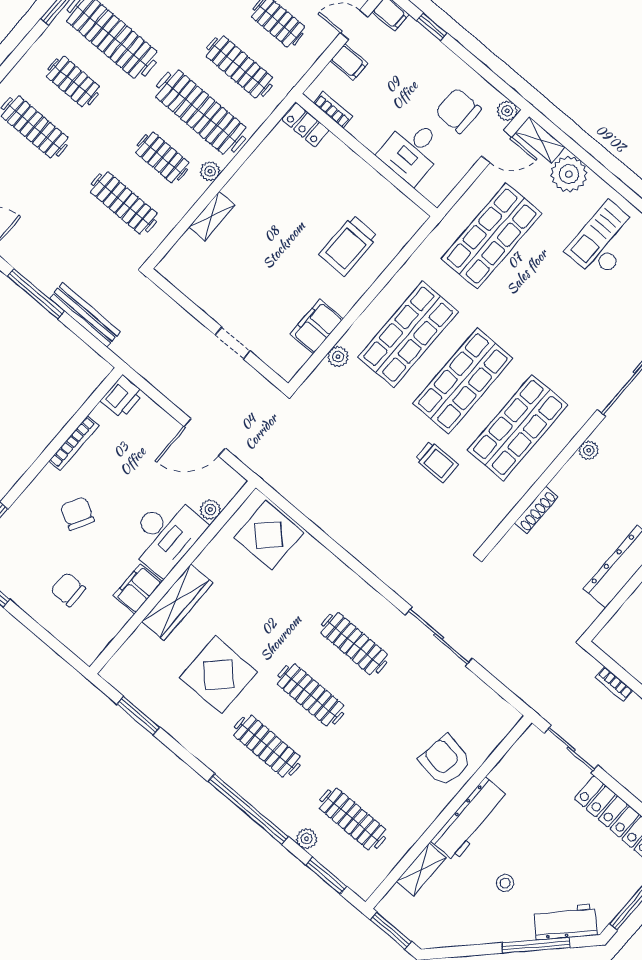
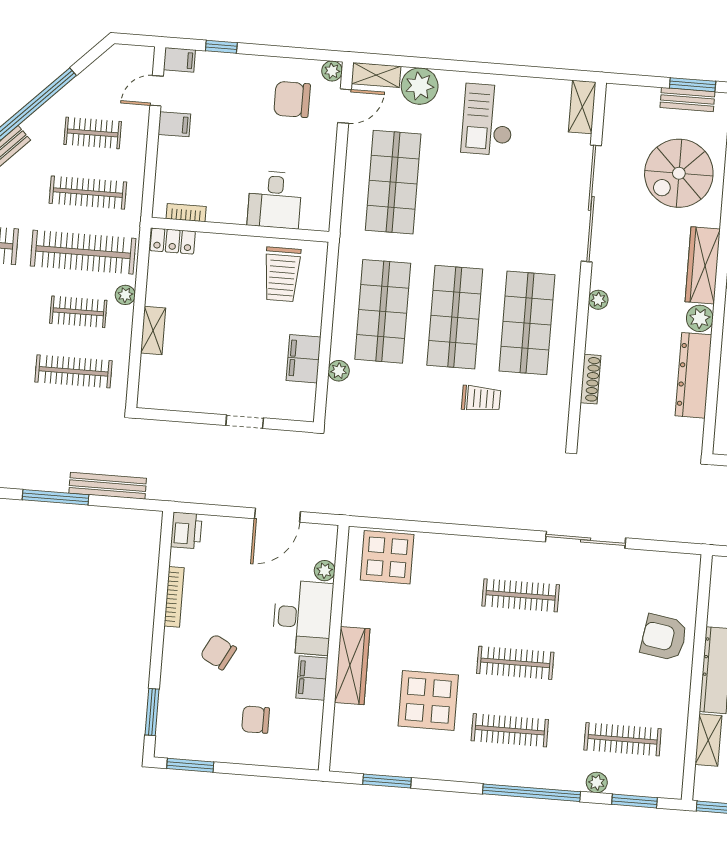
bookcase: (333, 110) -> (186, 213), moved
locker: (305, 125) -> (173, 241), moved
desk: (412, 151) -> (275, 200), moved
wall: (366, 155) -> (240, 230), moved

